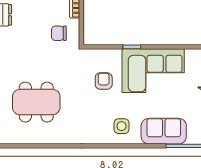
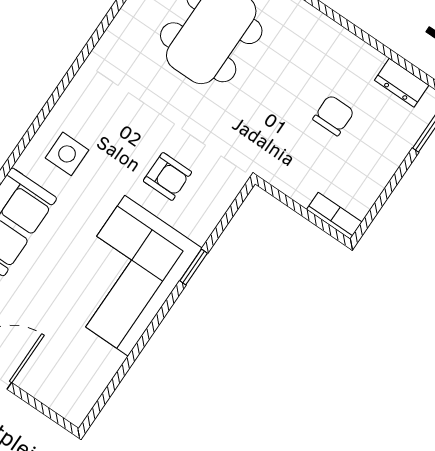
chair: (59, 33) -> (334, 115), moved

